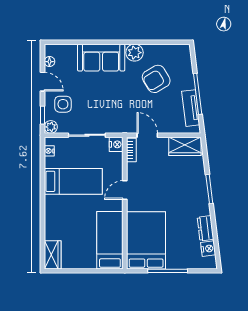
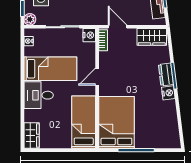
desk: (60, 210) -> (39, 95), added
dresser: (205, 228) -> (166, 74), moved
nightstand: (208, 249) -> (168, 93), moved

